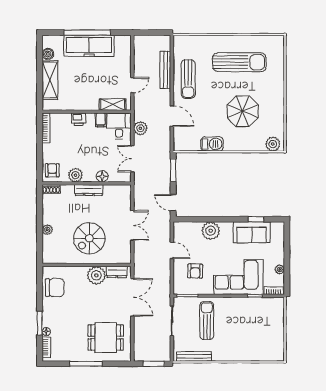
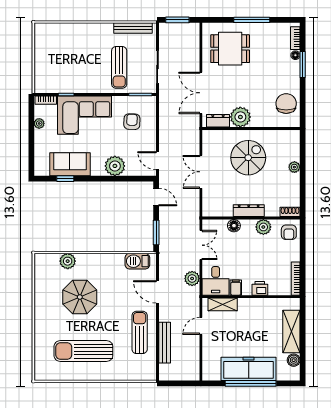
barbecue: (212, 144) -> (137, 261), moved
plant: (273, 144) -> (68, 261), moved
door: (172, 250) -> (157, 161), moved
chair: (55, 288) -> (286, 104), turned 90

